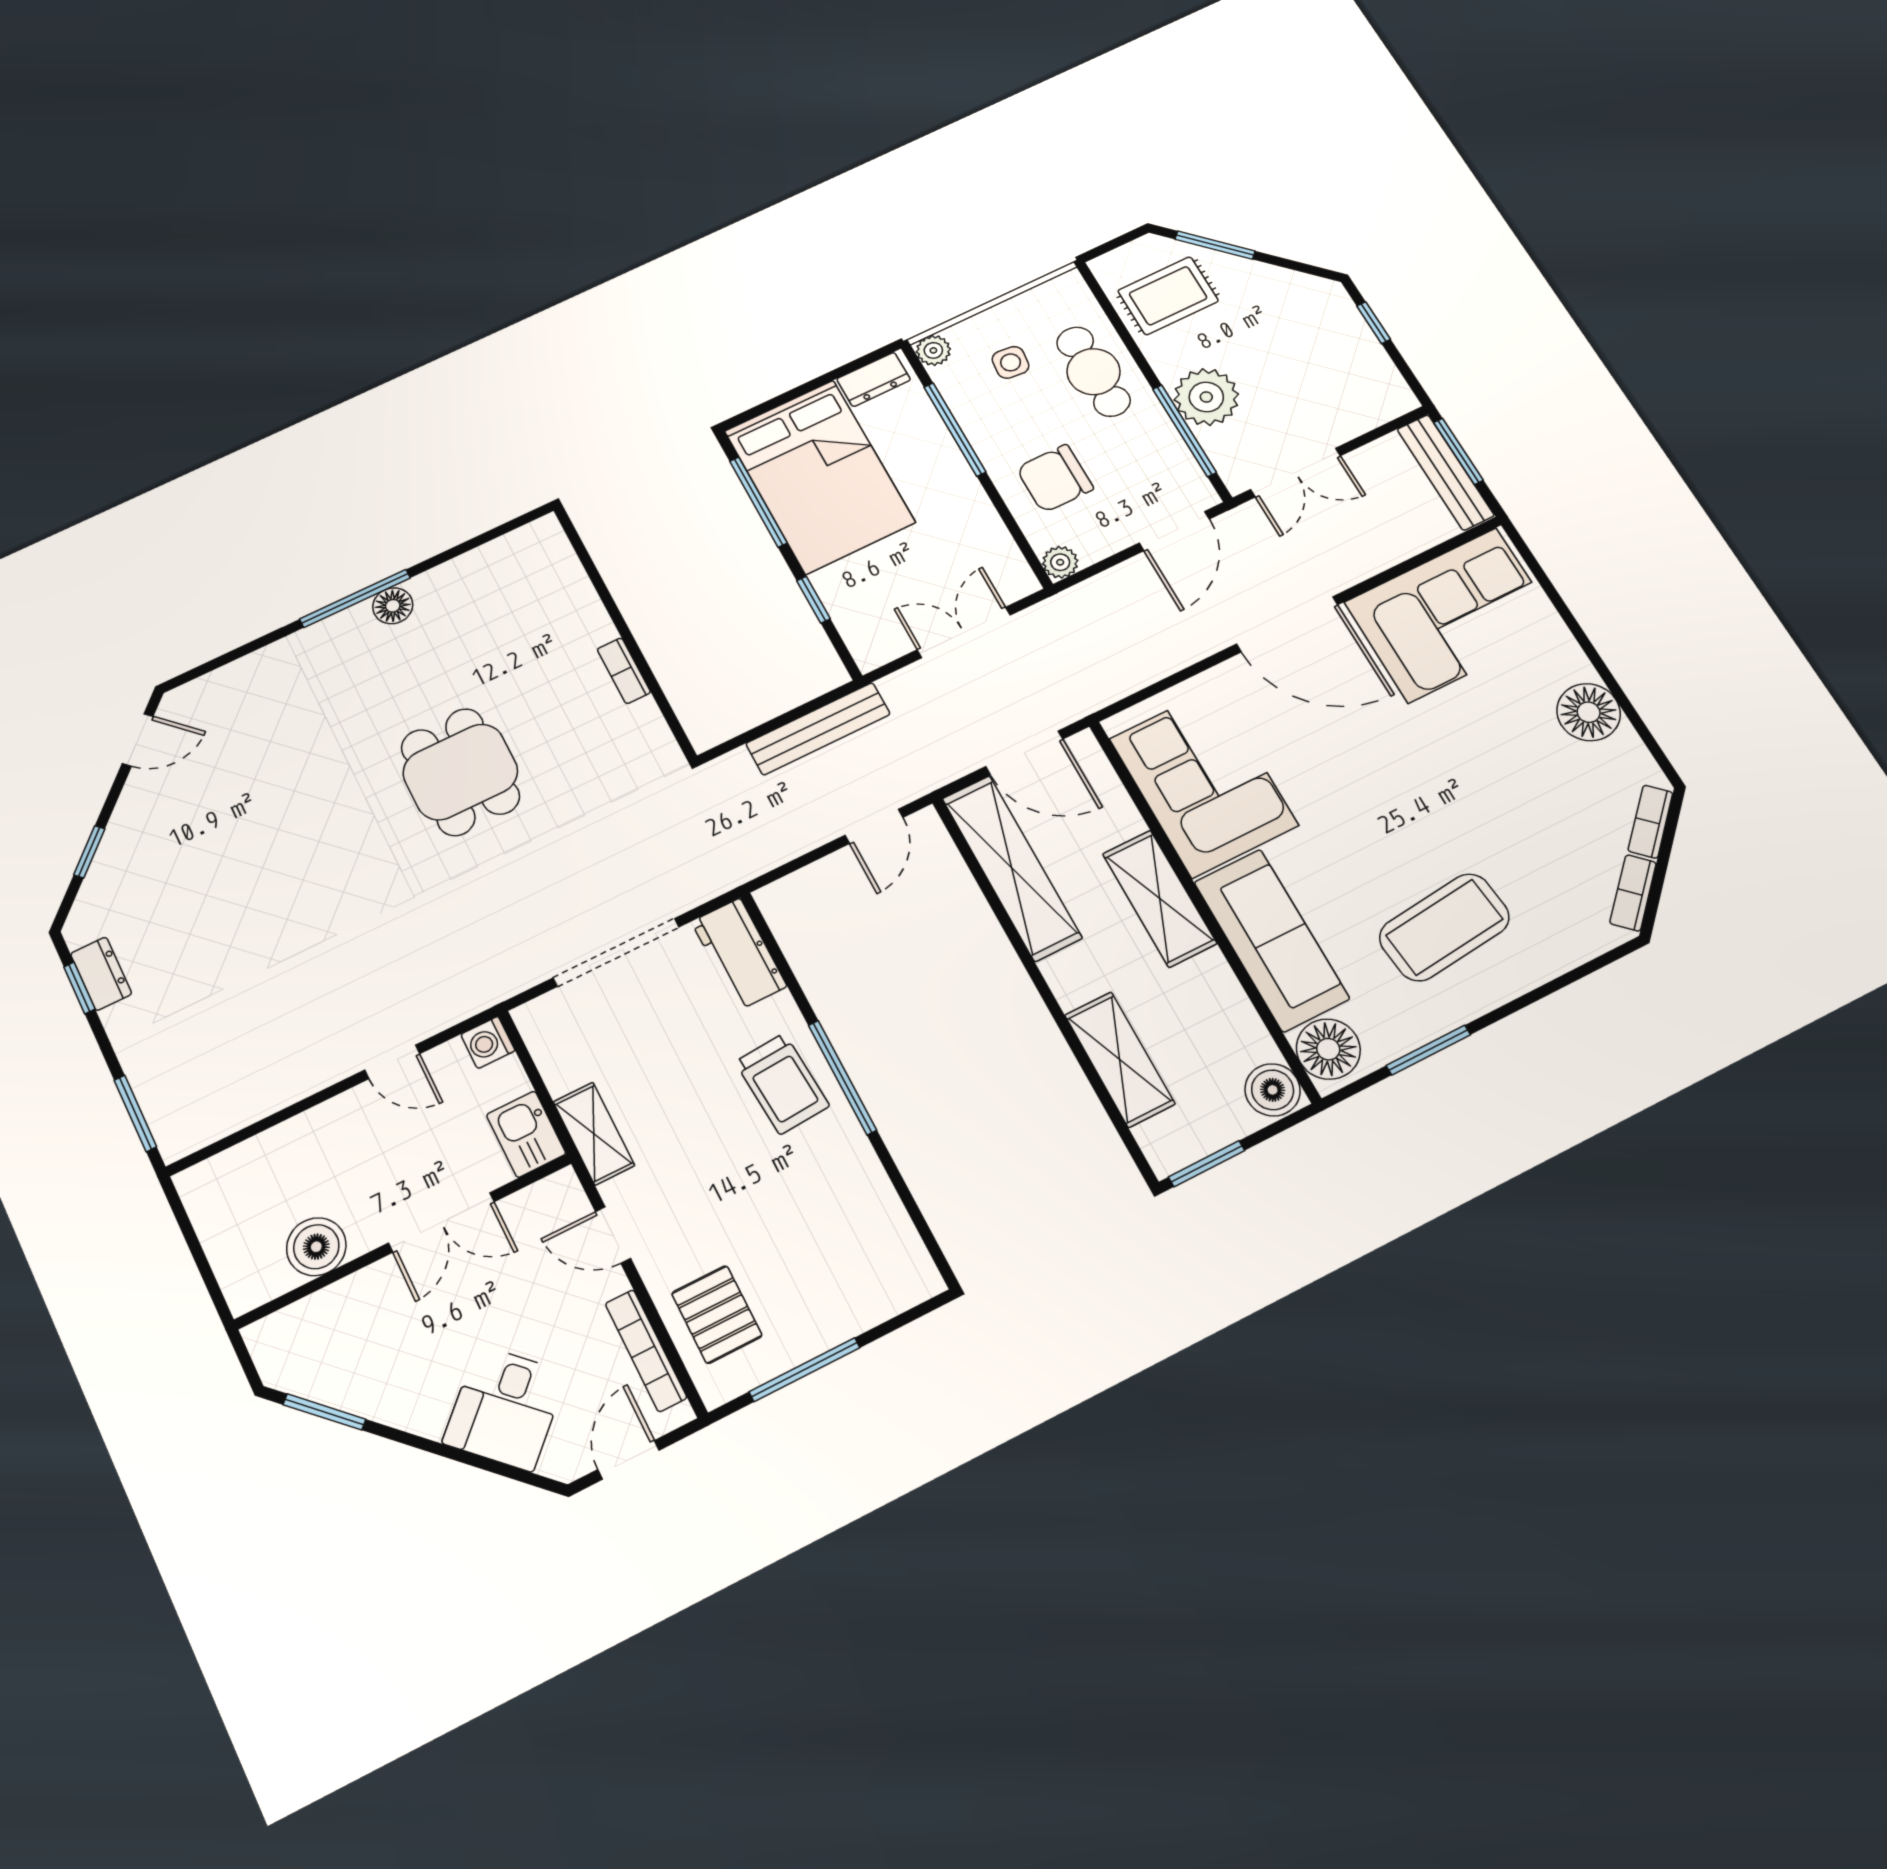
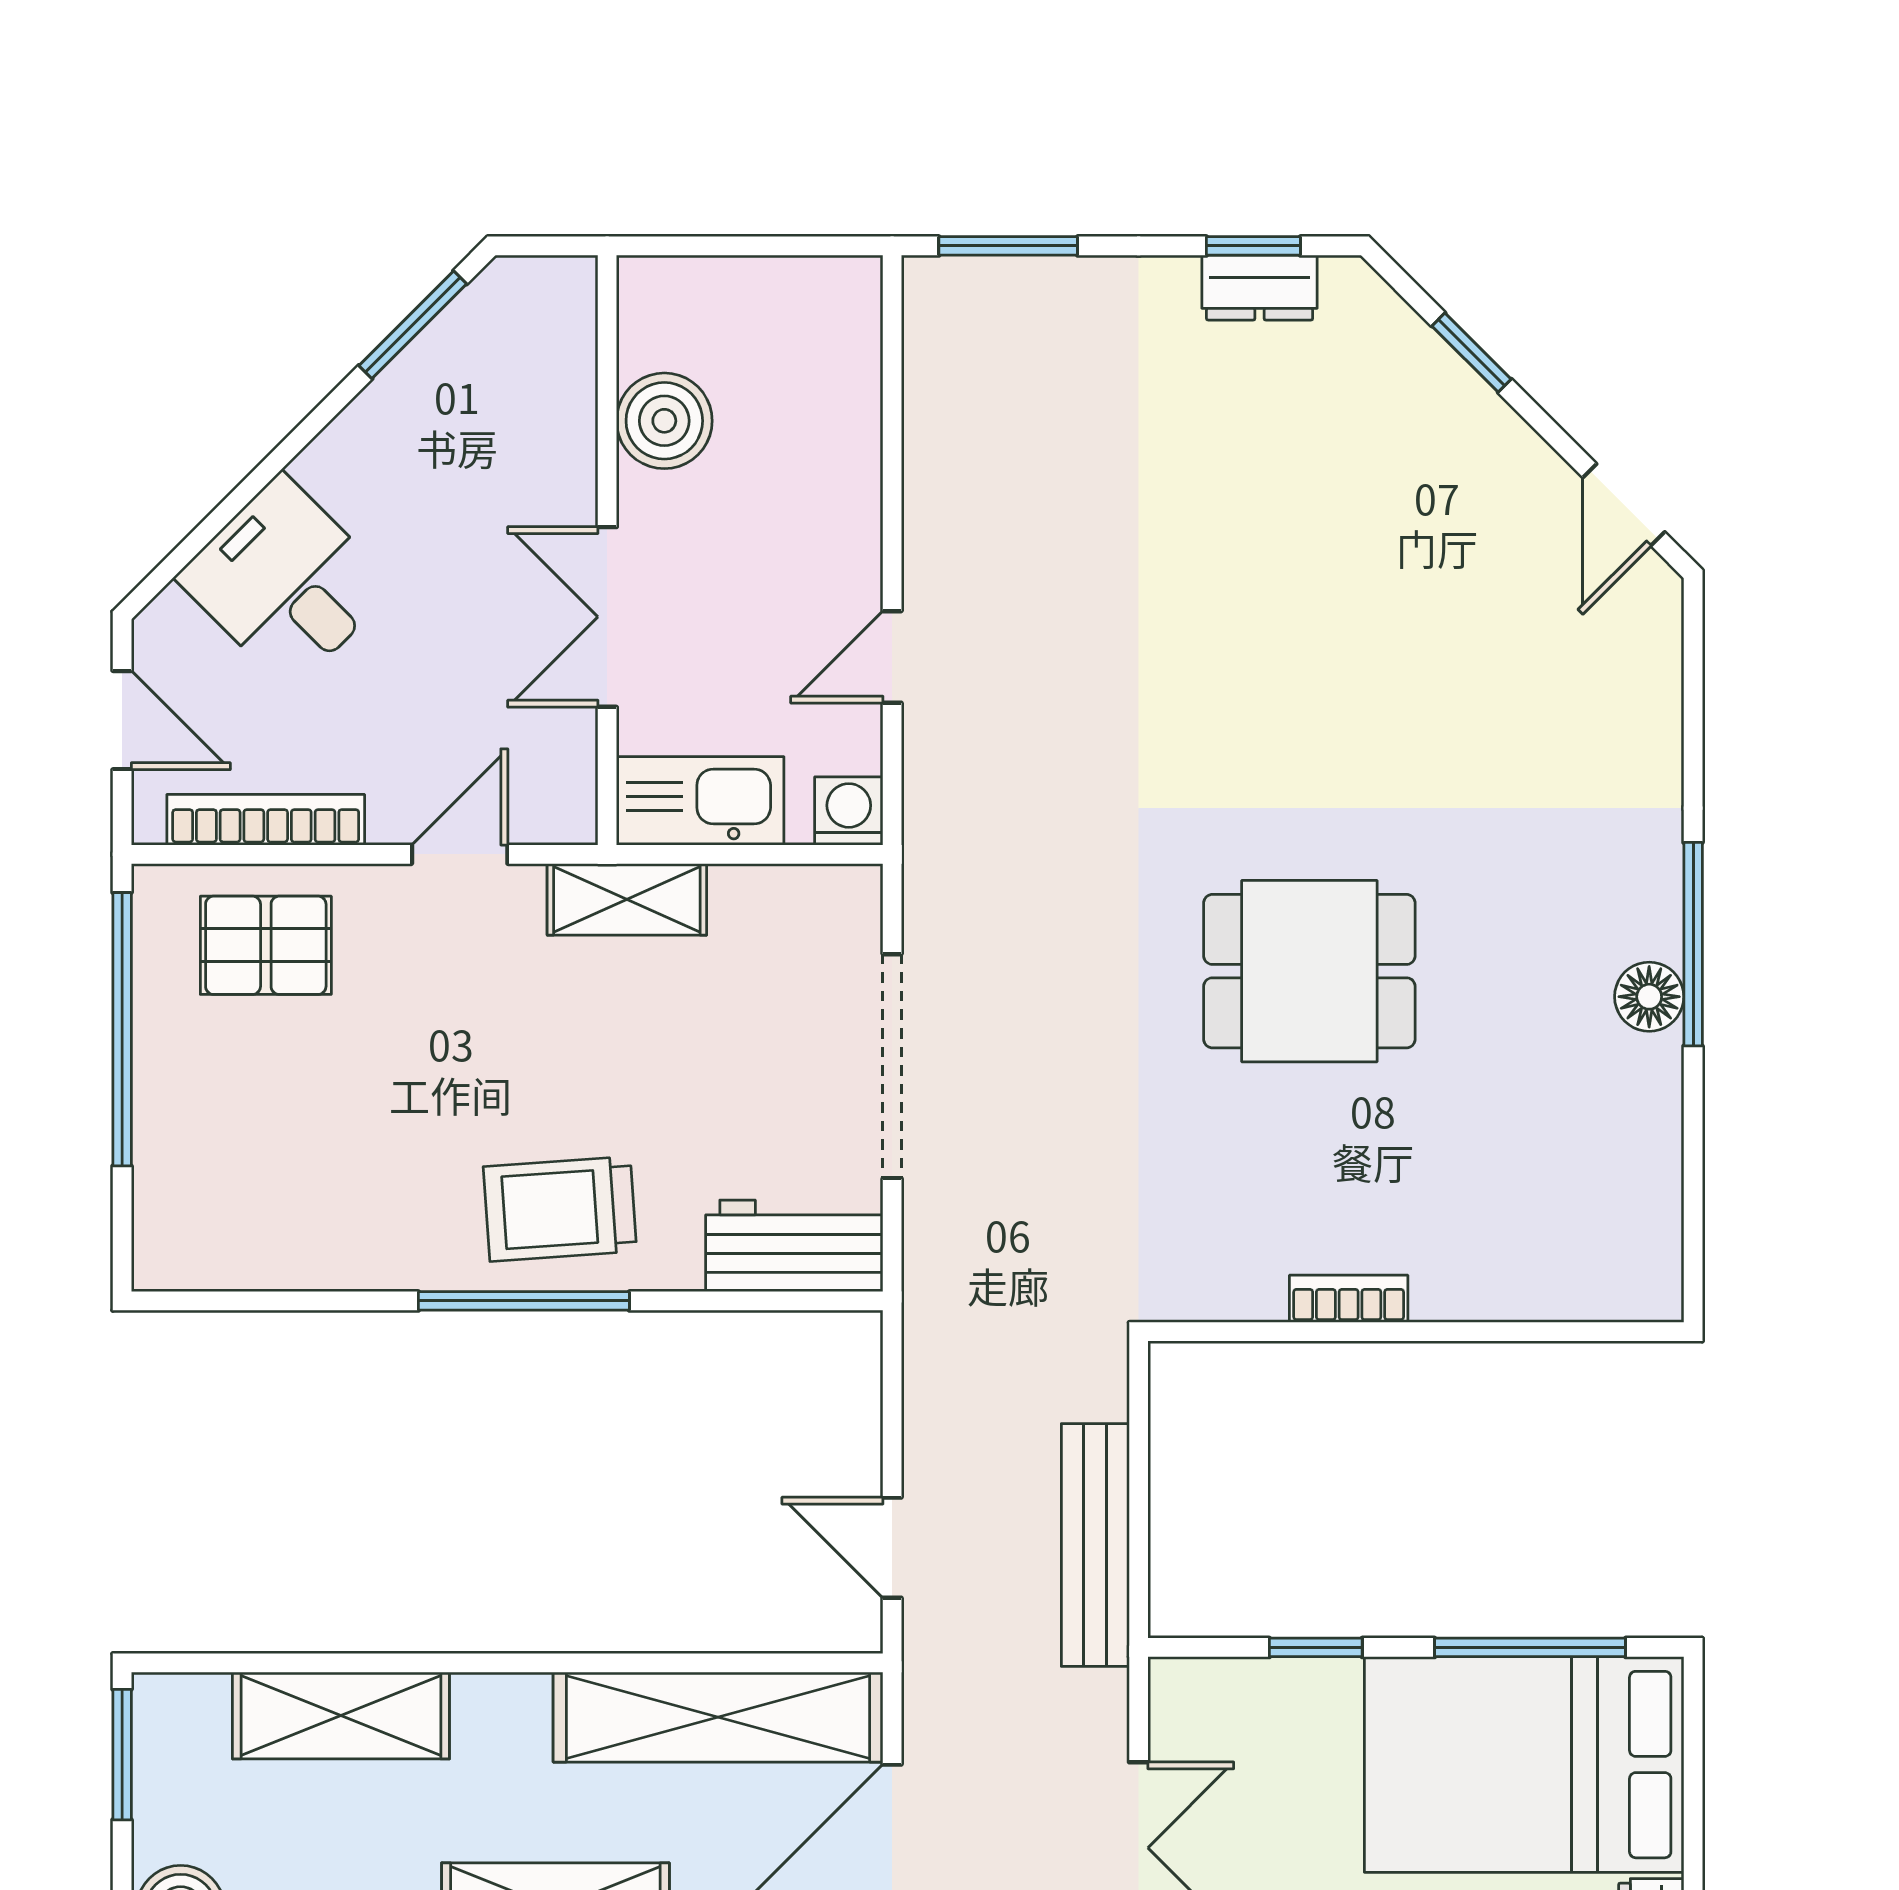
kitchen sink: (526, 1134) -> (700, 801), width x1.38
window: (805, 1370) -> (122, 1029), width x1.46

